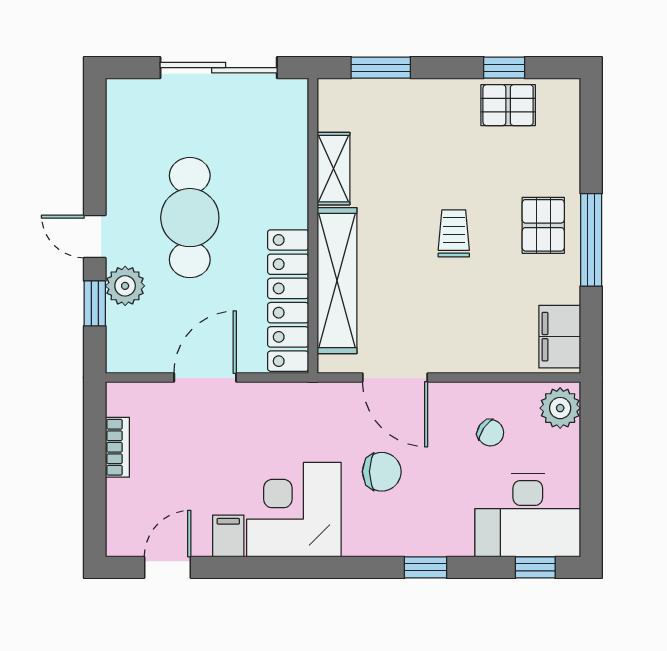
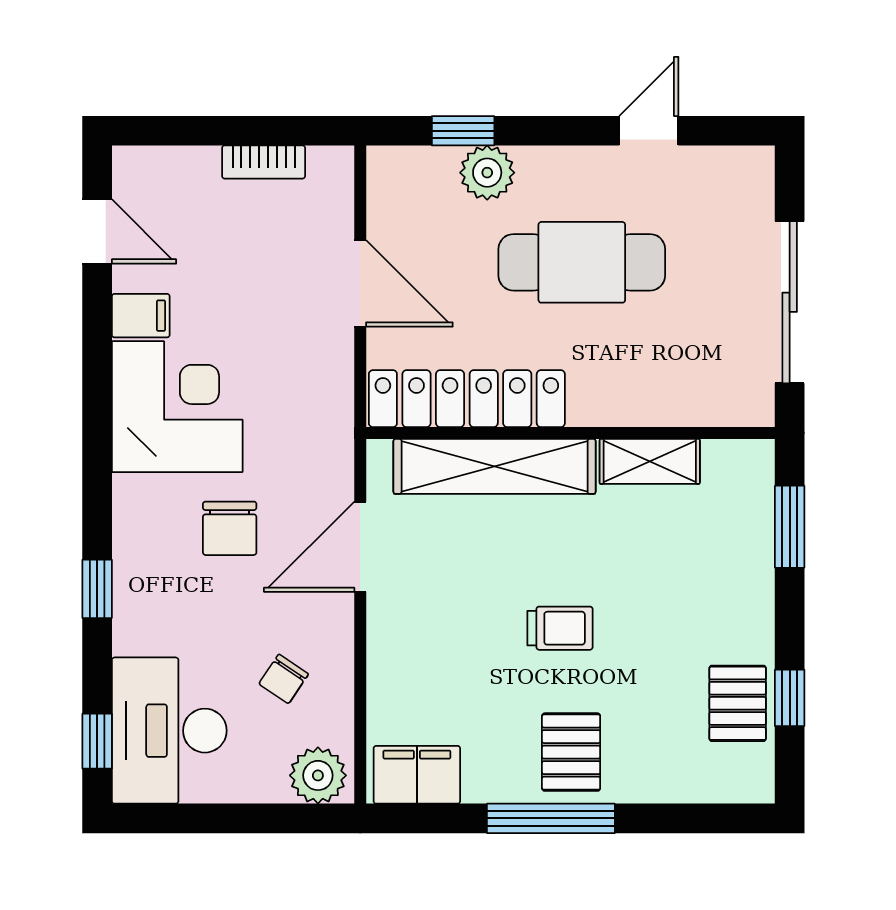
pallet: (543, 225) -> (571, 752), turned 90
door: (95, 236) -> (649, 131), moved

